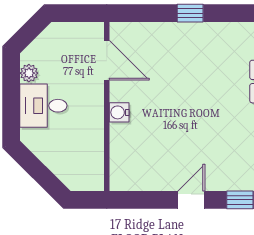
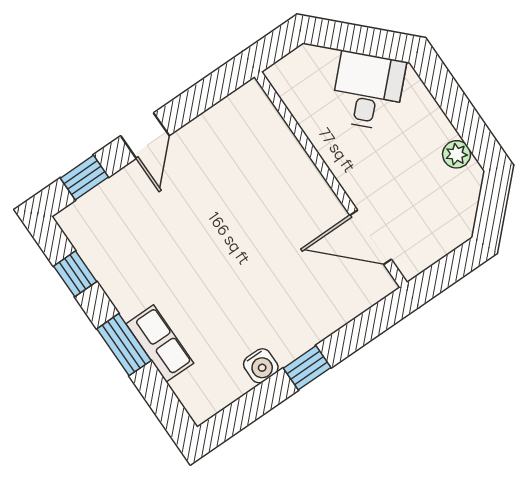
desk: (43, 106) -> (368, 91), moved, turned -45
water cooler: (119, 112) -> (261, 366), moved, turned 90

